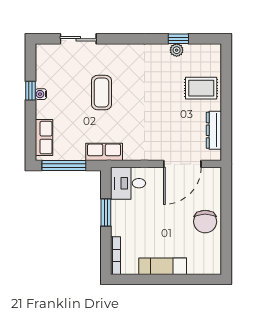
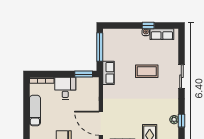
sliding door: (78, 39) -> (181, 76), moved
row of seats: (44, 138) -> (162, 34), moved
desk: (128, 183) -> (65, 88), moved
window: (106, 212) -> (84, 74), moved

